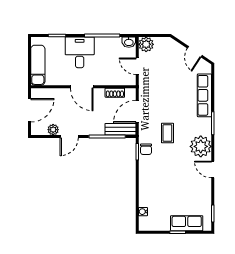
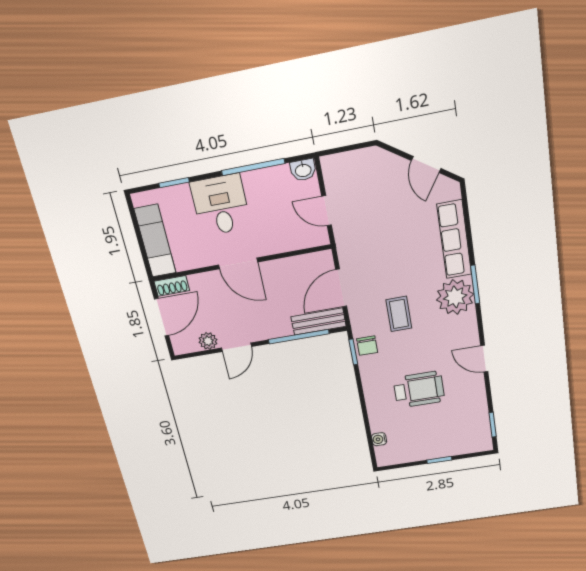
plant: (146, 44) -> (335, 168), removed
shoe rack: (115, 93) -> (172, 286), moved
plant: (201, 146) -> (455, 297), moved
wheelchair: (172, 183) -> (419, 389), added
row of seats: (187, 223) -> (452, 445), removed

